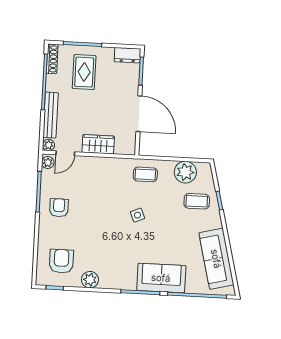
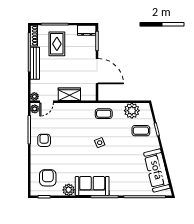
bench: (51, 115) -> (35, 63), moved
sofa: (161, 278) -> (92, 186), moved

